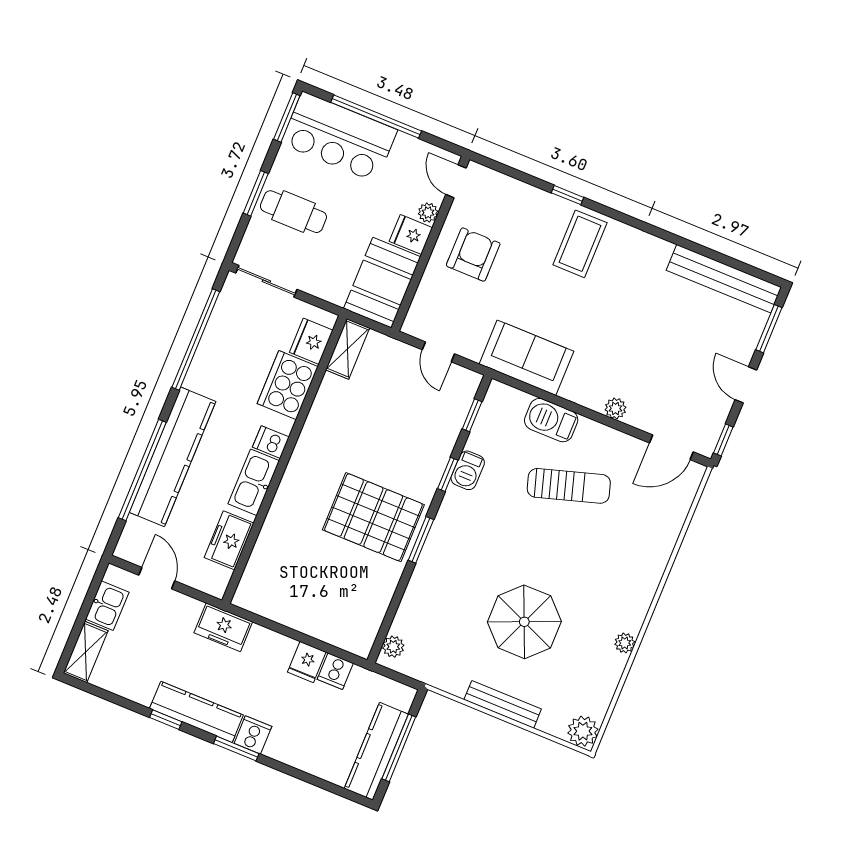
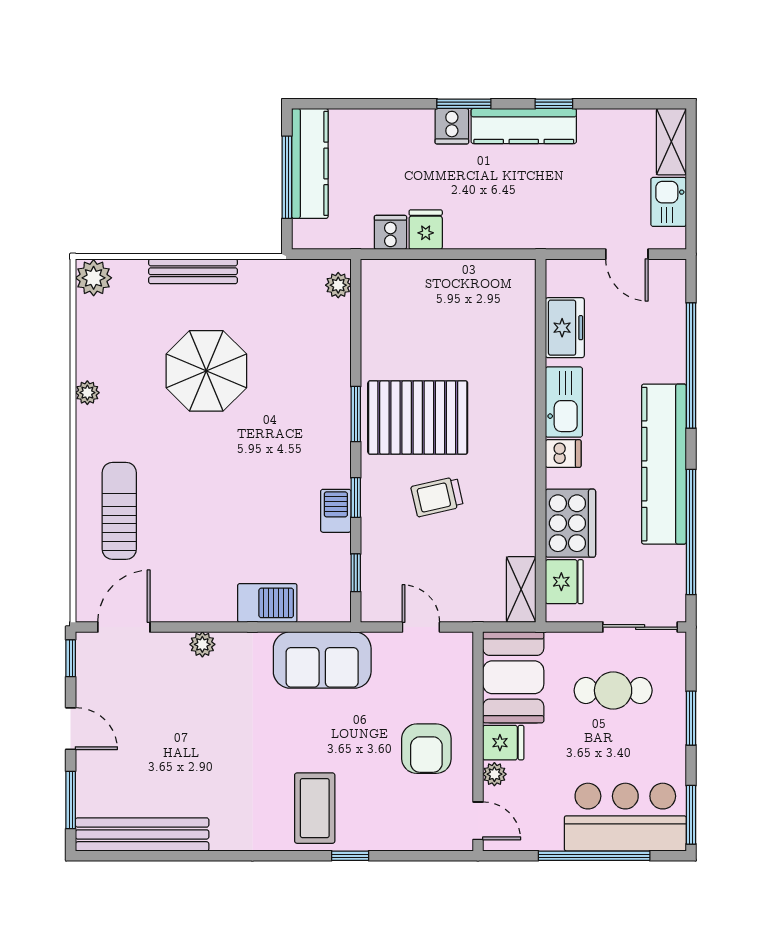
cafe table: (293, 212) -> (613, 690), moved
trolley: (384, 449) -> (437, 497), added
kitchen counter: (172, 457) -> (664, 464), moved
sun lounger: (569, 486) -> (119, 511), moved, turned 107
freezer: (223, 627) -> (532, 230), removed

